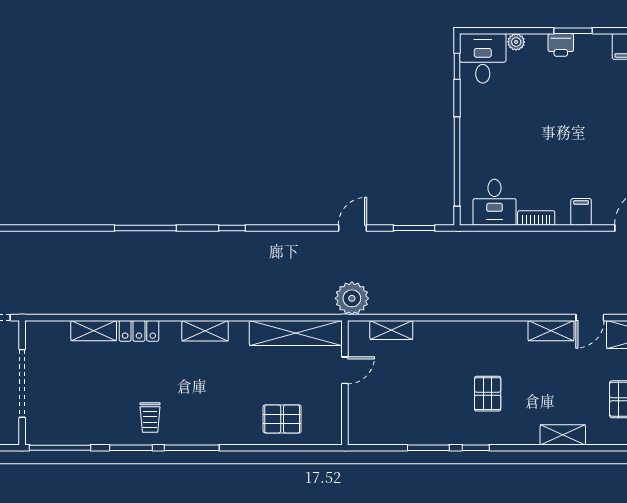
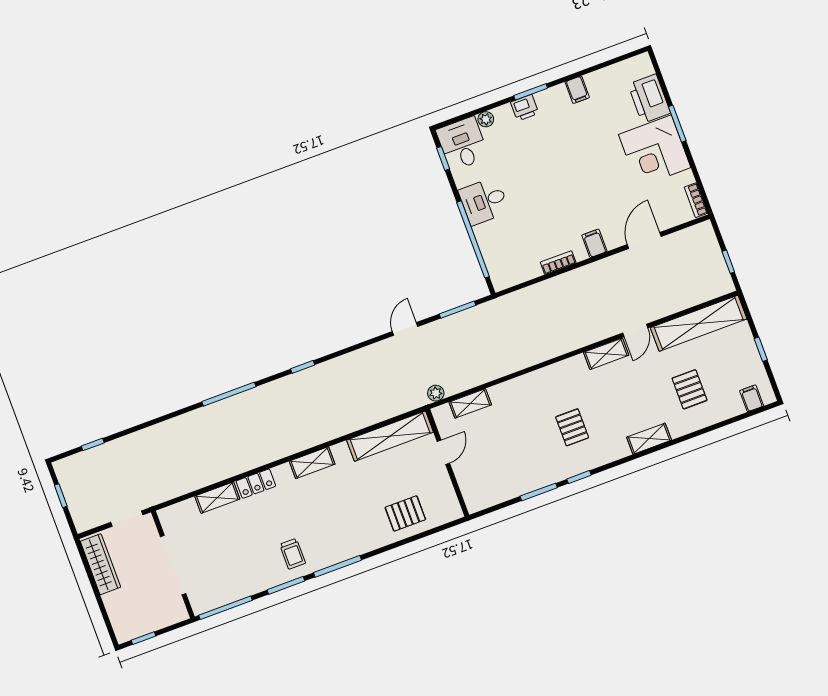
desk: (495, 202) -> (484, 201), moved, turned 90
plant: (352, 298) -> (436, 393), width x0.53, depth x0.53

